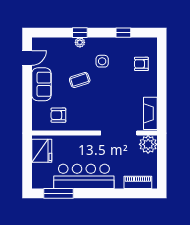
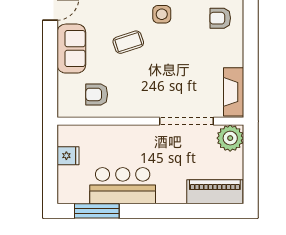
fridge: (42, 151) -> (68, 156), width x0.53, depth x0.75
bar counter: (84, 176) -> (123, 186), width x0.73
piano: (138, 182) -> (215, 192), width x1.37, depth x1.33

